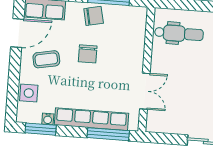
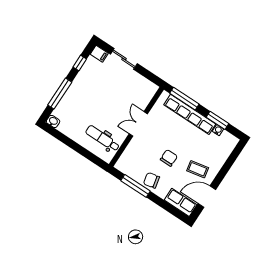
double door: (145, 91) -> (138, 124), moved
side table: (29, 93) -> (221, 154), removed
window: (41, 129) -> (218, 120), moved

